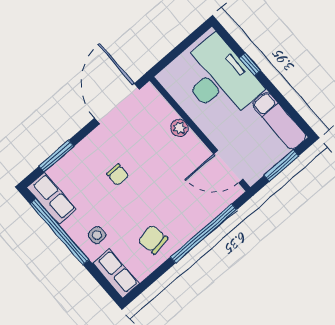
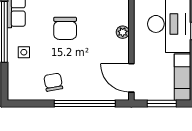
chair: (118, 175) -> (65, 28), width x1.87, depth x1.87
row of seats: (116, 273) -> (16, 83), removed

